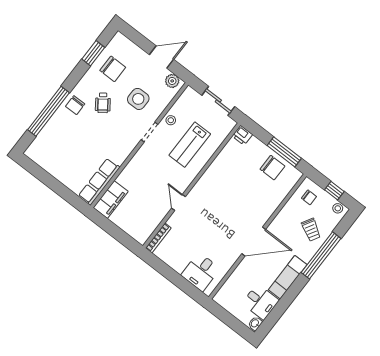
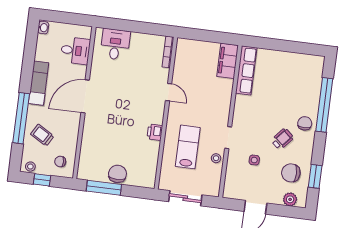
plant: (172, 81) -> (290, 199), moved
side table: (138, 99) -> (254, 160), width x0.54, depth x0.54
wheelchair: (103, 103) -> (282, 139), turned 77
printer: (242, 135) -> (155, 132), moved, turned -90
chair: (272, 168) -> (117, 174), moved, turned 90
desk: (260, 302) -> (75, 51), moved, turned 180

